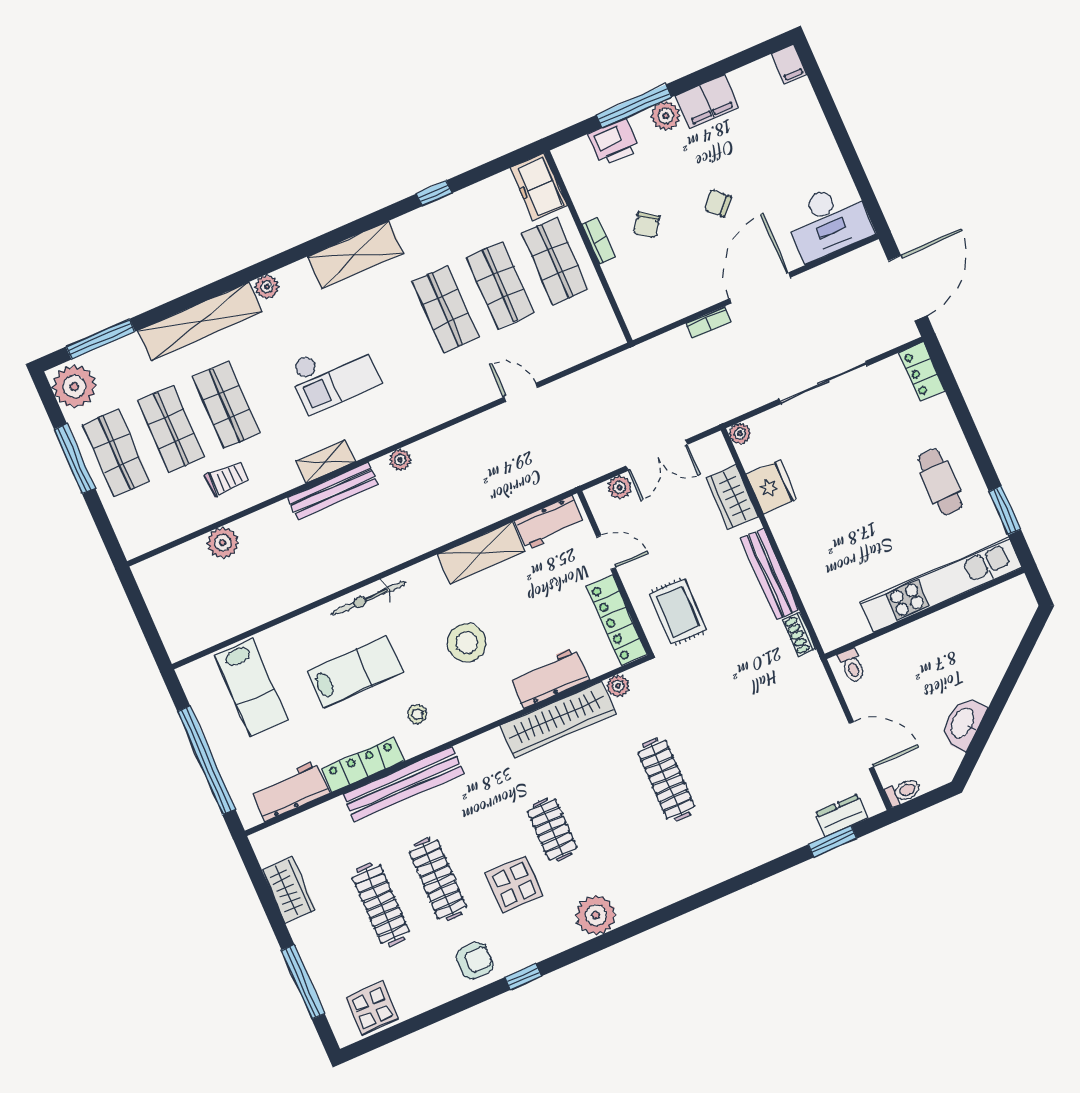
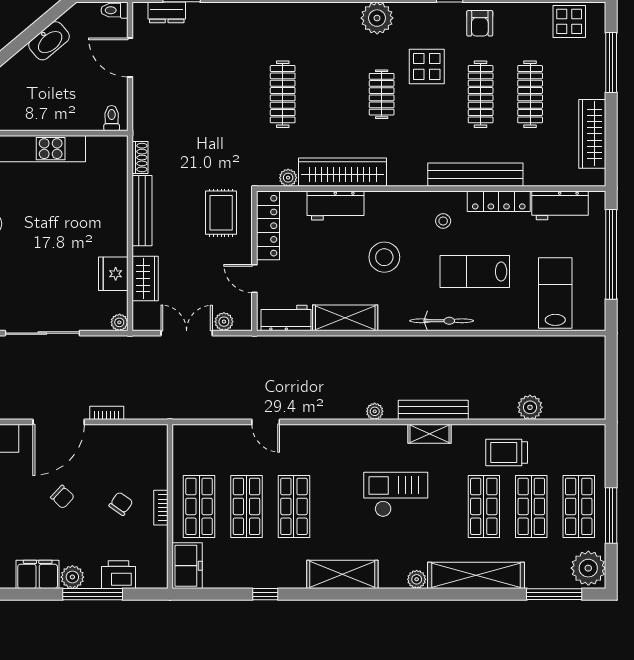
trolley: (227, 479) -> (507, 452), width x1.36, depth x1.39
wardrobe: (289, 890) -> (592, 134), width x1.50
armchair: (475, 961) -> (480, 23), turned -90

